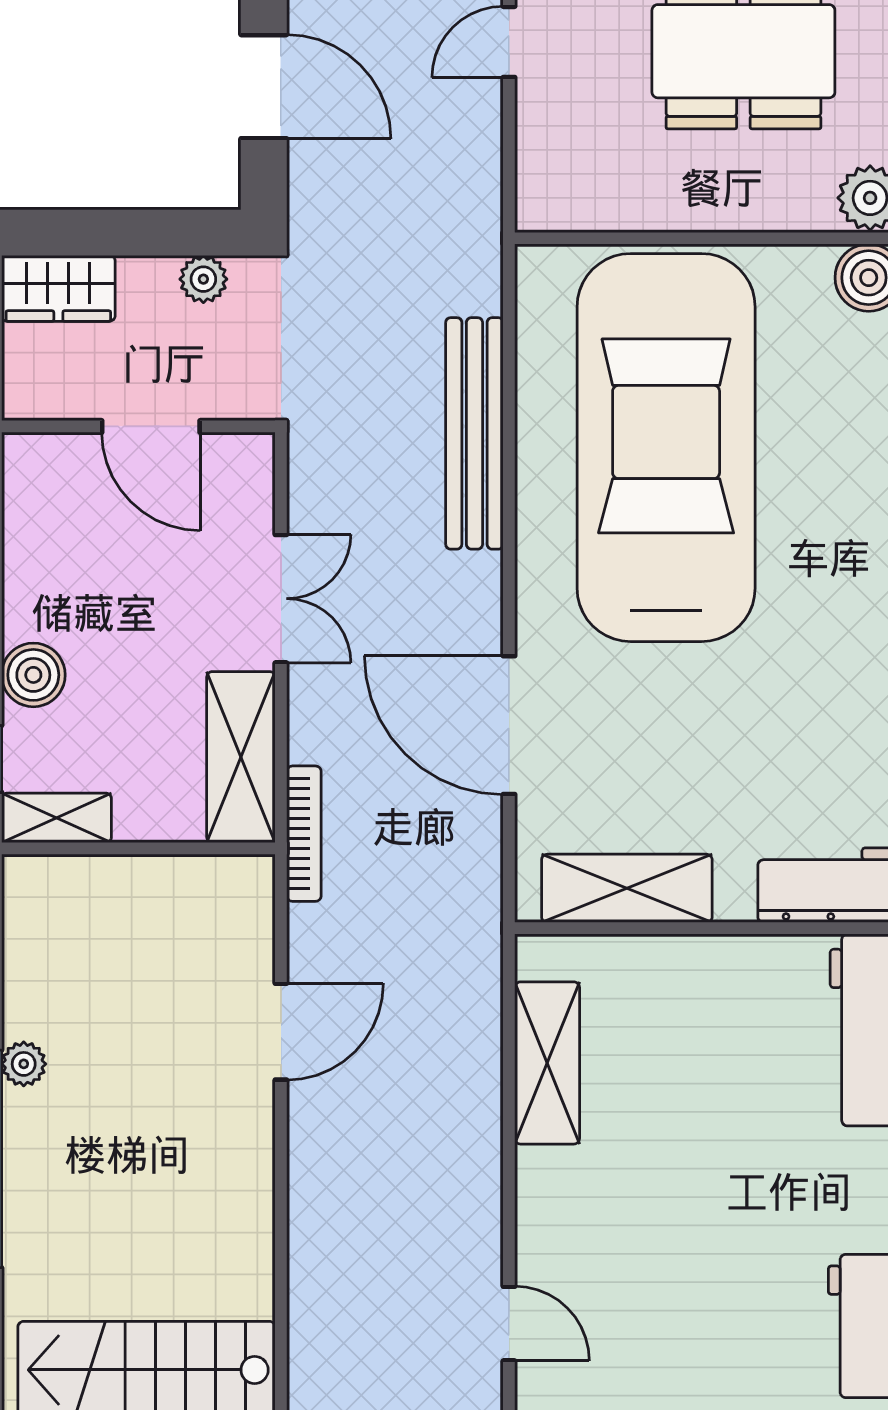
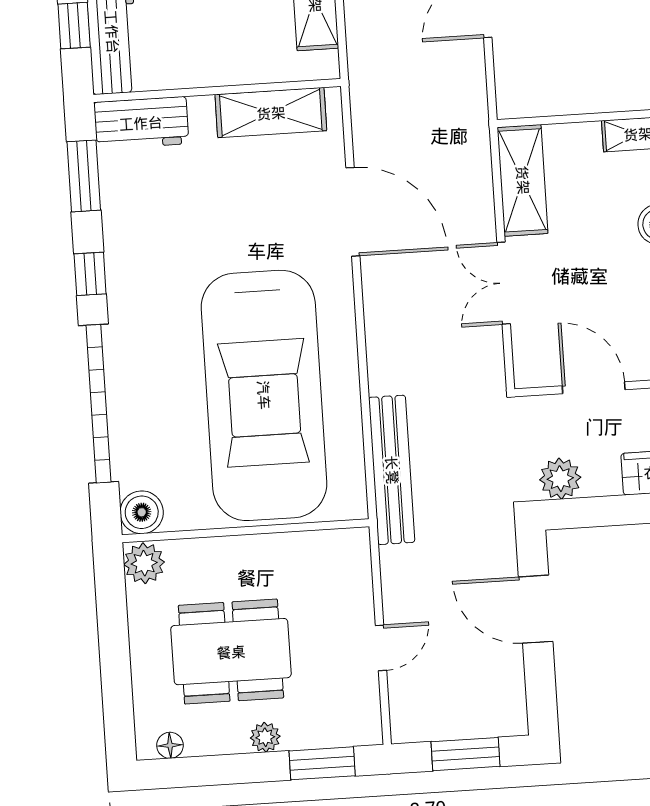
plant: (203, 279) -> (560, 479), width x1.38, depth x1.38
bench: (474, 433) -> (392, 470), moved
bookcase: (304, 834) -> (479, 134), removed

